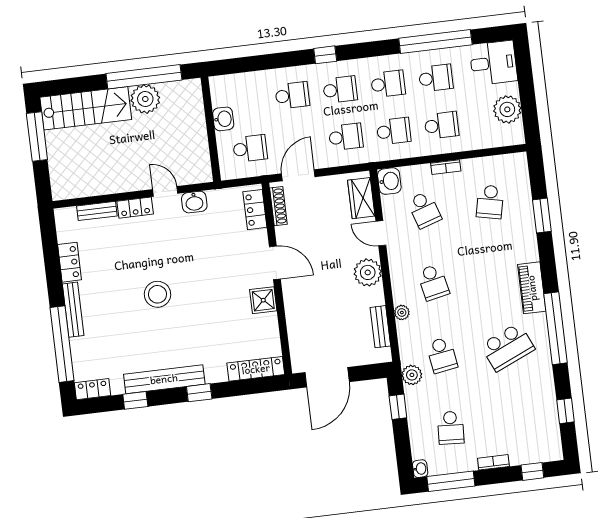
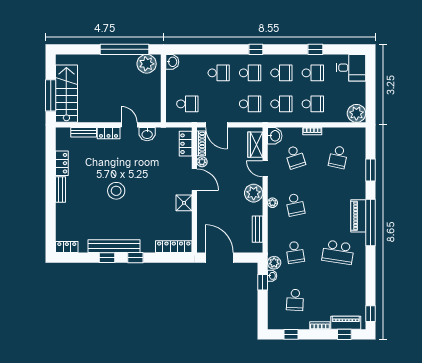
window: (435, 42) -> (315, 49), width x0.32
window: (325, 55) -> (256, 49), moved
plant: (145, 99) -> (147, 64), moved
stairs: (86, 108) -> (66, 94), moved, turned -90
plant: (507, 109) -> (356, 113), moved
washbasin: (223, 119) -> (172, 62), moved
window: (37, 136) -> (51, 95), moved
door: (298, 175) -> (216, 125), swing flipped
plant: (283, 234) -> (202, 162), added
bench: (73, 310) -> (61, 189), width x0.73
plant: (402, 312) -> (272, 203), moved
window: (556, 328) -> (370, 223), moved
window: (62, 344) -> (51, 215), removed
school desk: (508, 347) -> (338, 252), turned 33
door: (327, 377) -> (219, 258), swing flipped
window: (135, 400) -> (107, 258), moved
window: (565, 411) -> (370, 314), moved
piano: (532, 453) -> (346, 323), added
washbasin: (420, 469) -> (272, 276), moved
window: (451, 481) -> (291, 334), width x0.46

